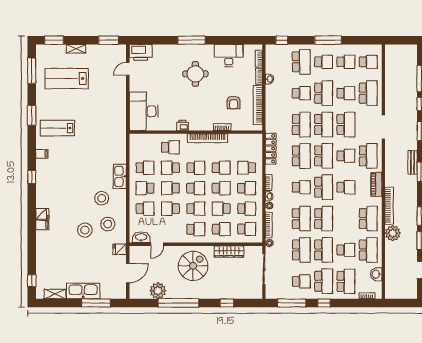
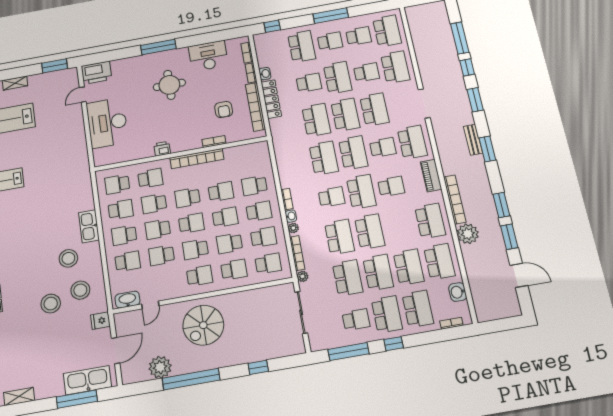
school desk: (368, 62) -> (387, 31), width x1.85
desk: (144, 111) -> (107, 123), moved
school desk: (145, 147) -> (117, 184), added
locker: (271, 149) -> (271, 99), moved
school desk: (196, 168) -> (187, 198), turned 180
school desk: (196, 209) -> (195, 249), turned 180
school desk: (346, 250) -> (409, 267), width x1.85
wardrobe: (229, 252) -> (249, 297), removed
spiral stairs: (193, 266) -> (203, 325), turned 180
kitchen sink: (83, 291) -> (87, 380), moved

